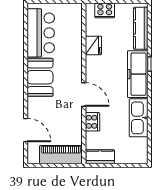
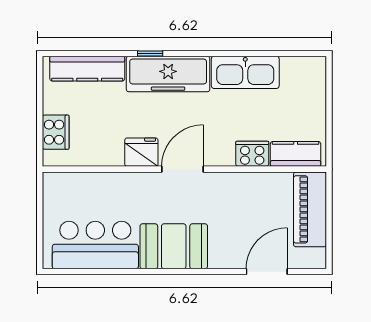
fridge: (93, 45) -> (141, 152), moved
door: (84, 95) -> (183, 169), moved
kitchen counter: (100, 157) -> (296, 154), moved, turned 90

